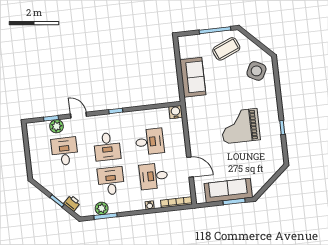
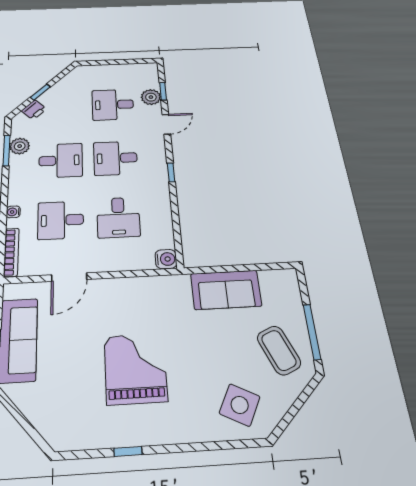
desk: (65, 151) -> (113, 105), turned 180
desk: (154, 176) -> (61, 220), turned -90

